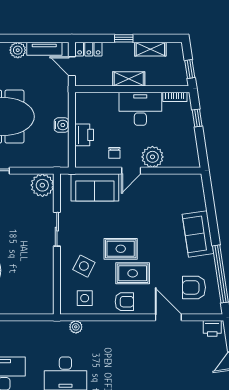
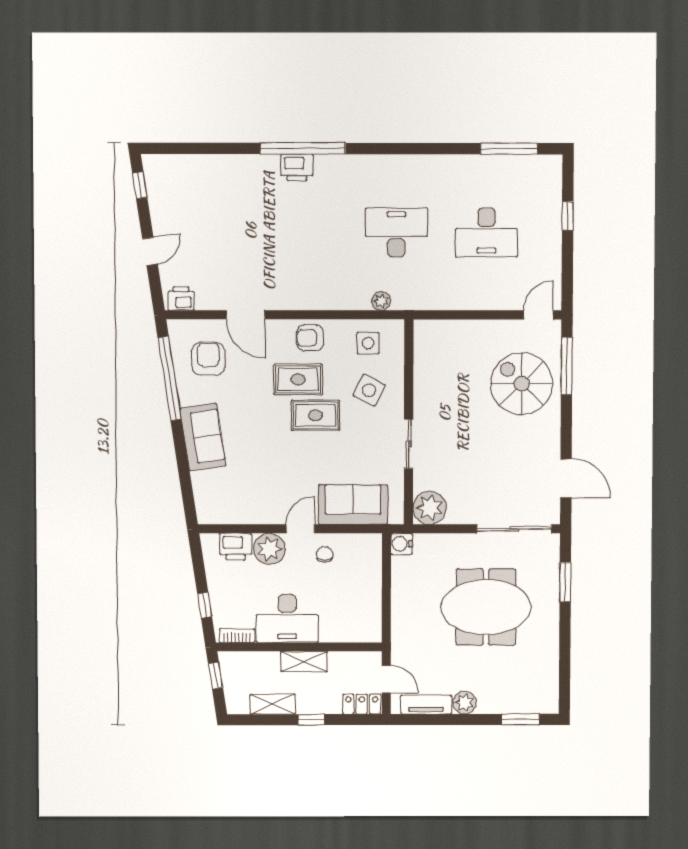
water cooler: (62, 125) -> (401, 544), moved
printer: (84, 135) -> (236, 547), moved, turned -90
armchair: (194, 287) -> (208, 359), turned -90

